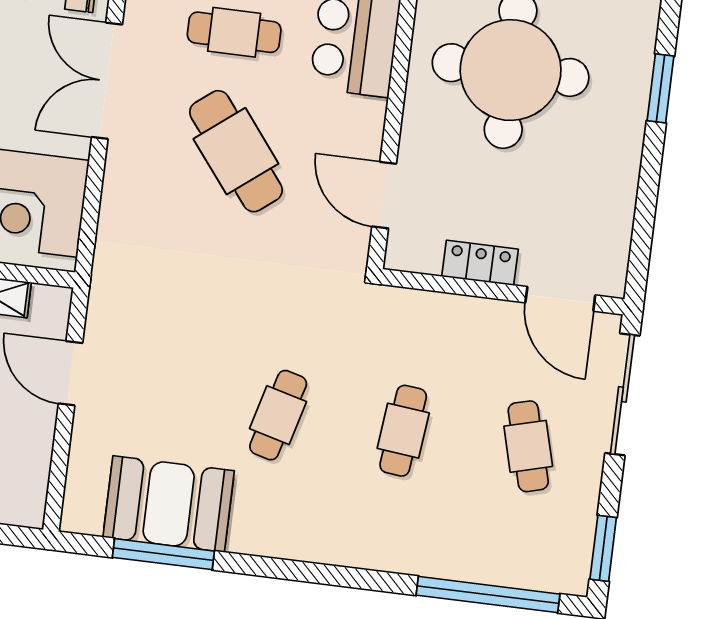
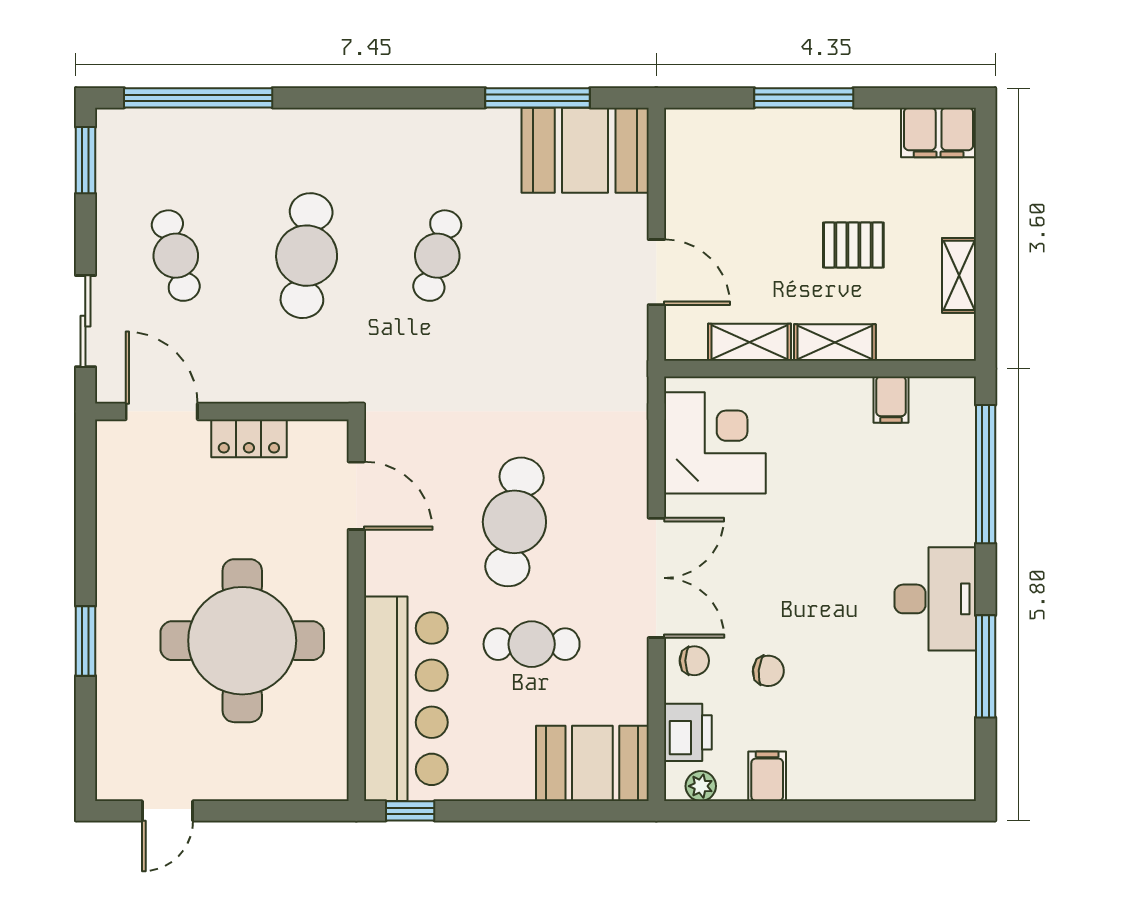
cafe table: (236, 151) -> (514, 522), turned 47
sliding door: (622, 394) -> (85, 321), width x0.73
cafe table: (403, 431) -> (307, 256), width x1.37, depth x1.35
booth: (169, 504) -> (585, 150), moved

